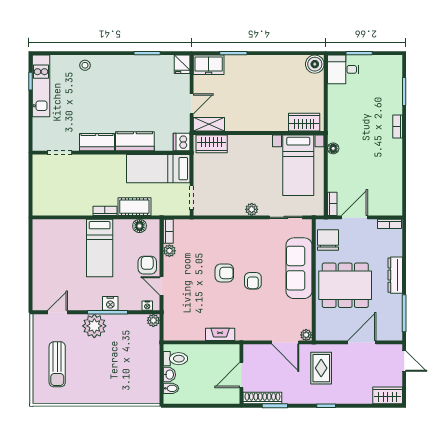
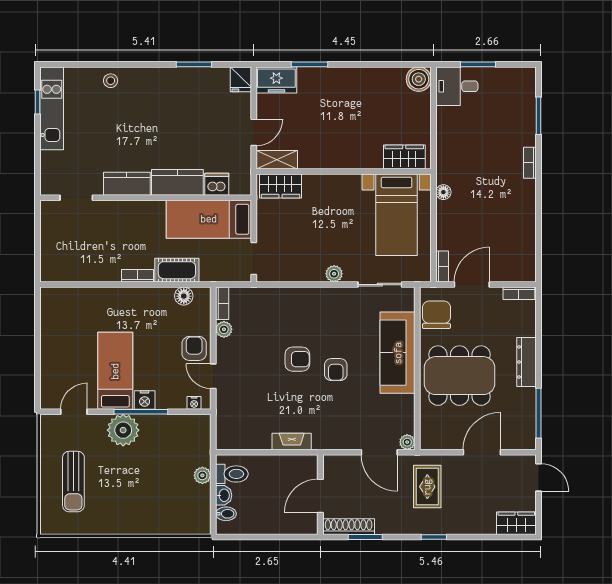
dishwasher: (182, 142) -> (217, 184), moved, turned 90
bed: (100, 248) -> (115, 371), moved, turned 180
plant: (153, 320) -> (202, 475), moved

